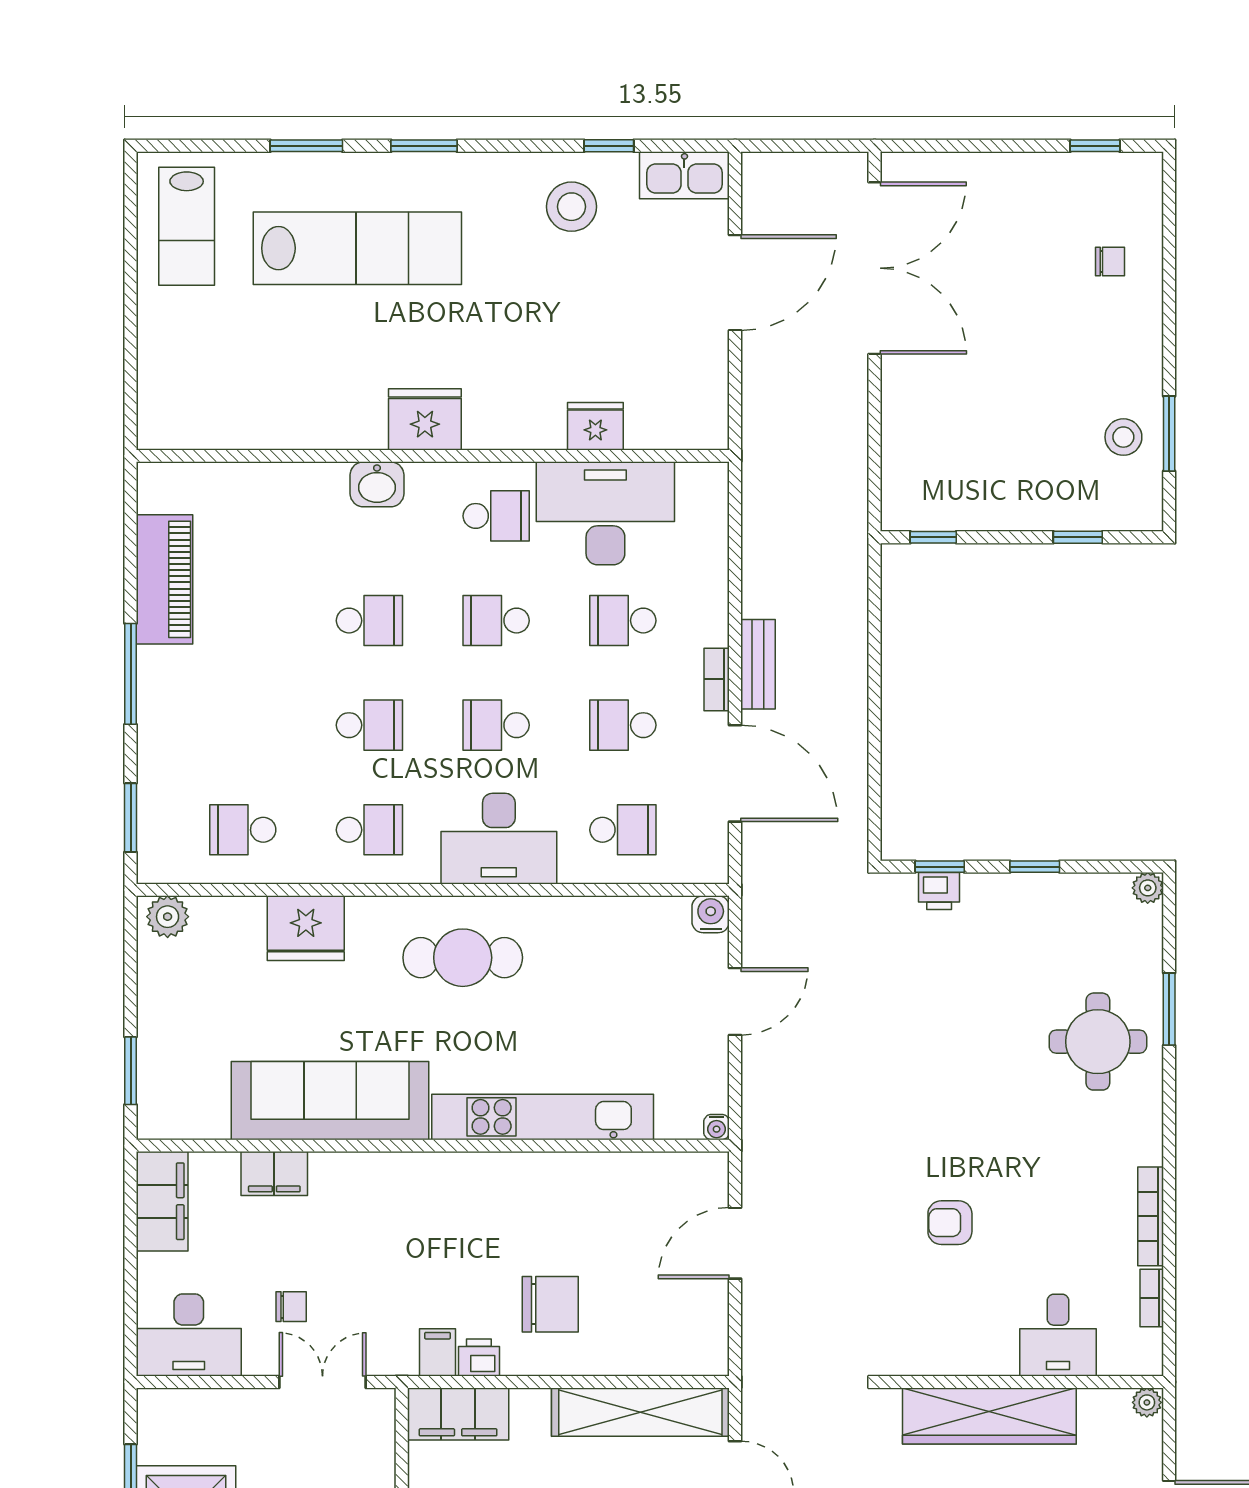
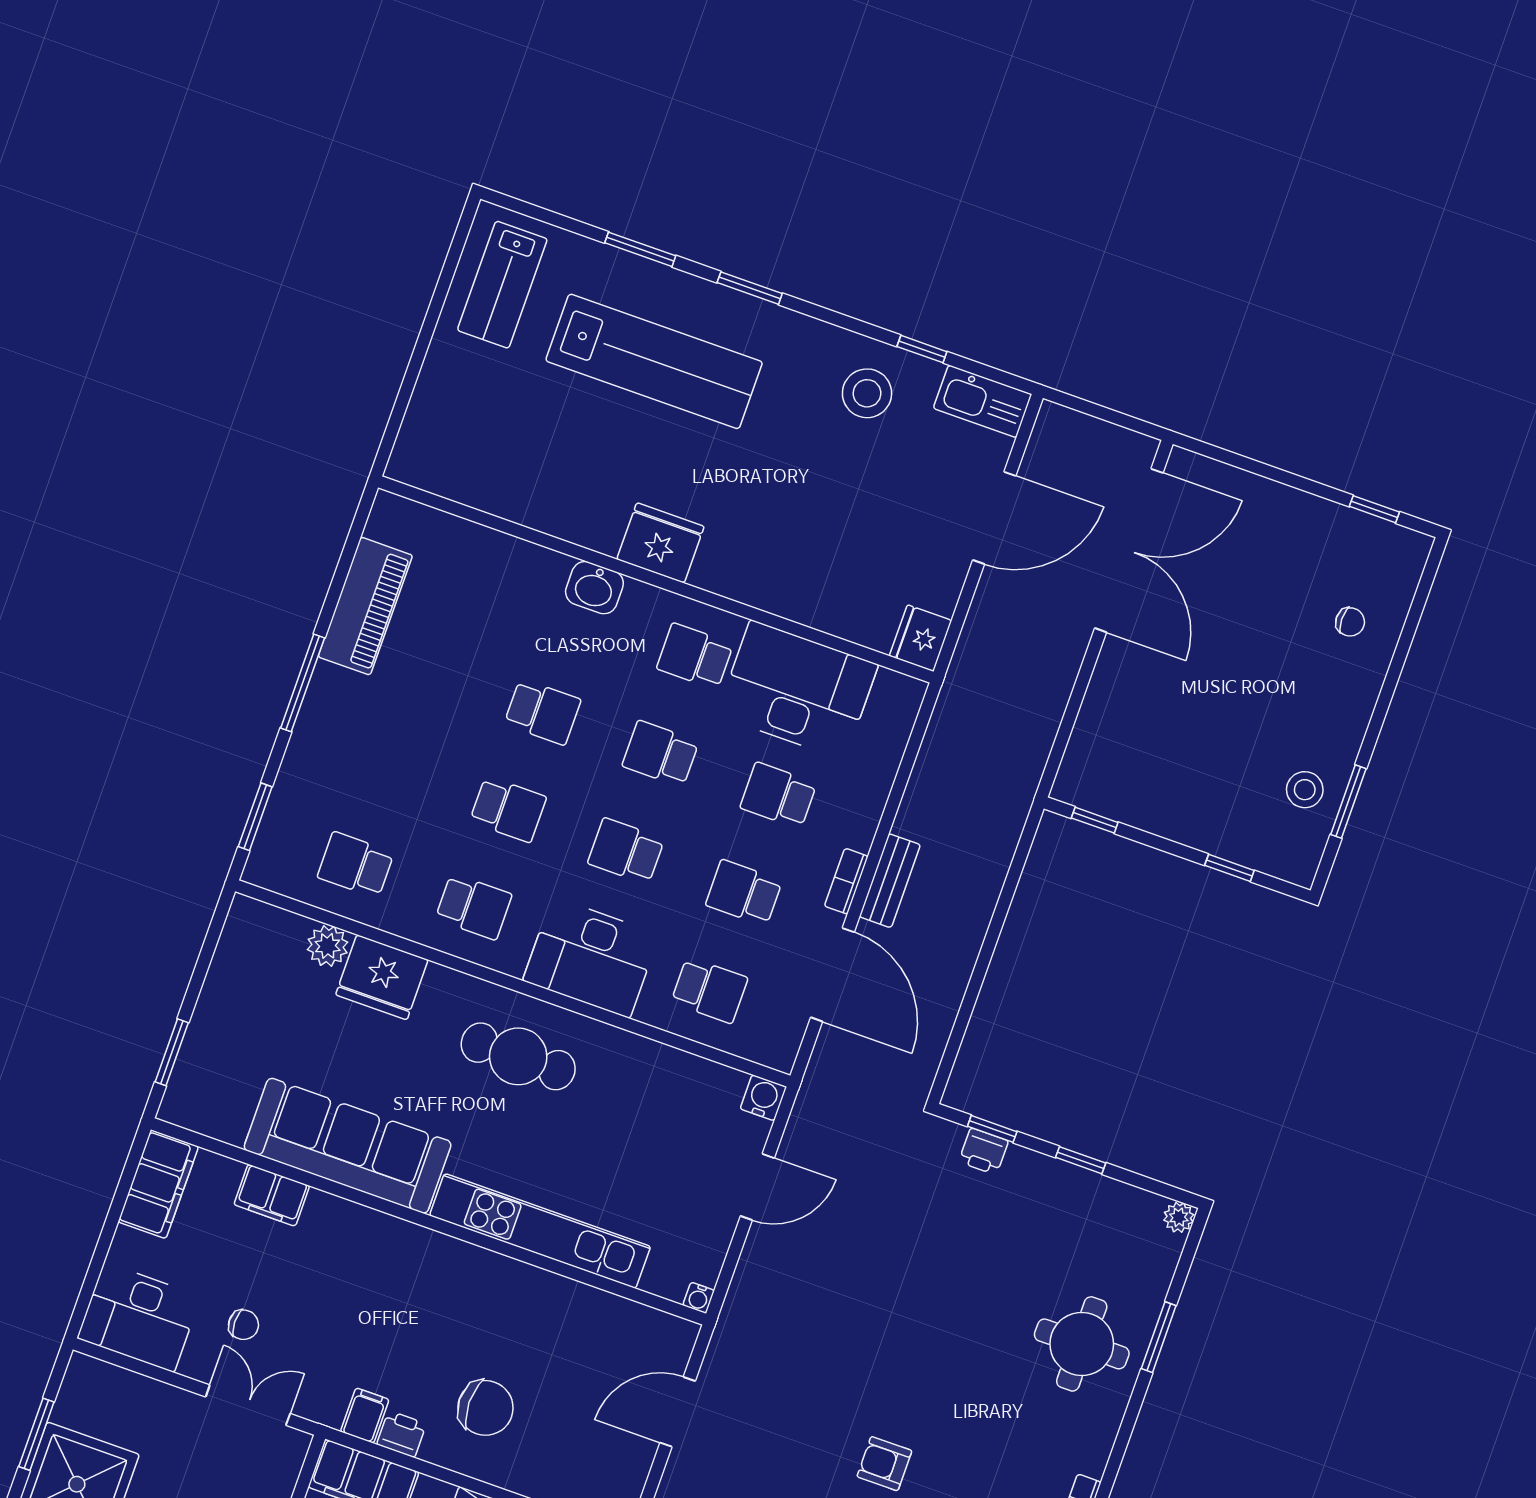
fridge: (595, 426) -> (921, 638), moved, turned -90
school desk: (496, 516) -> (695, 656), turned 180
plant: (168, 917) -> (328, 946), moved

